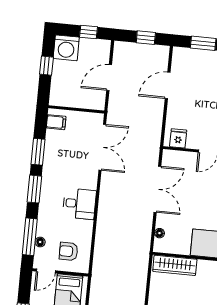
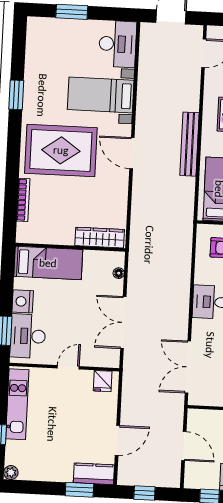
kitchen counter: (190, 57) -> (94, 474), added
door: (109, 78) -> (184, 446), hinge flipped

